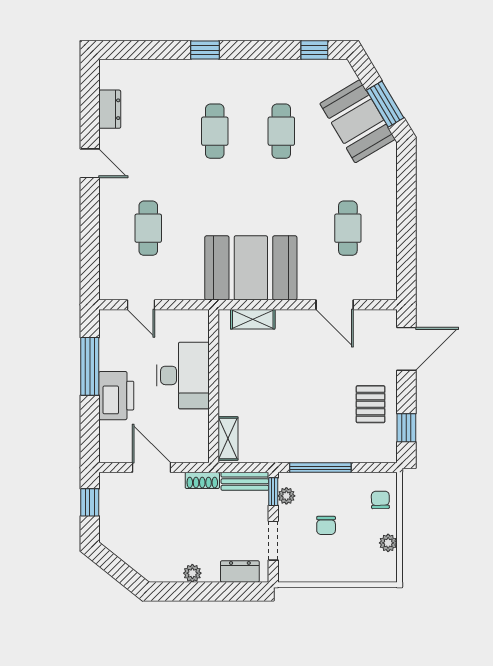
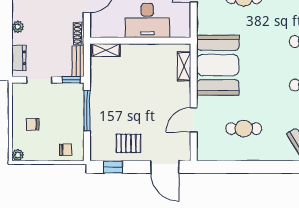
plant: (286, 496) -> (68, 88), removed
chair: (326, 525) -> (33, 124), moved
plant: (388, 543) -> (18, 155), moved

